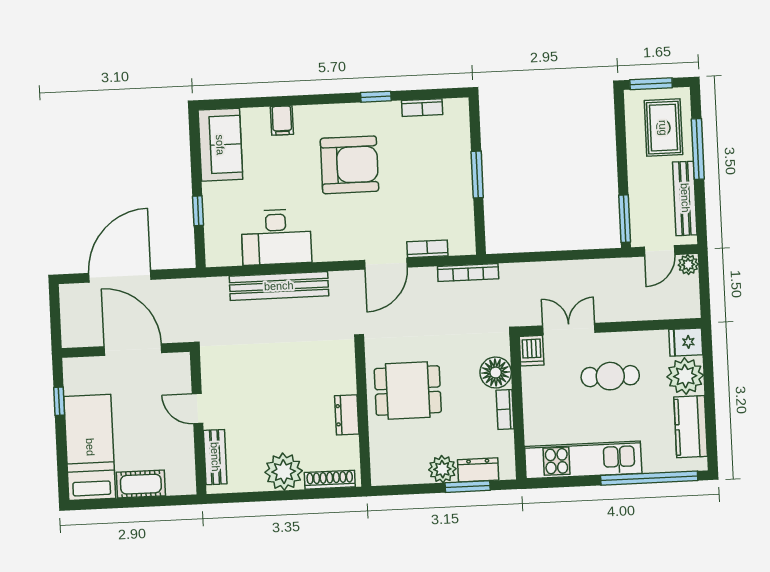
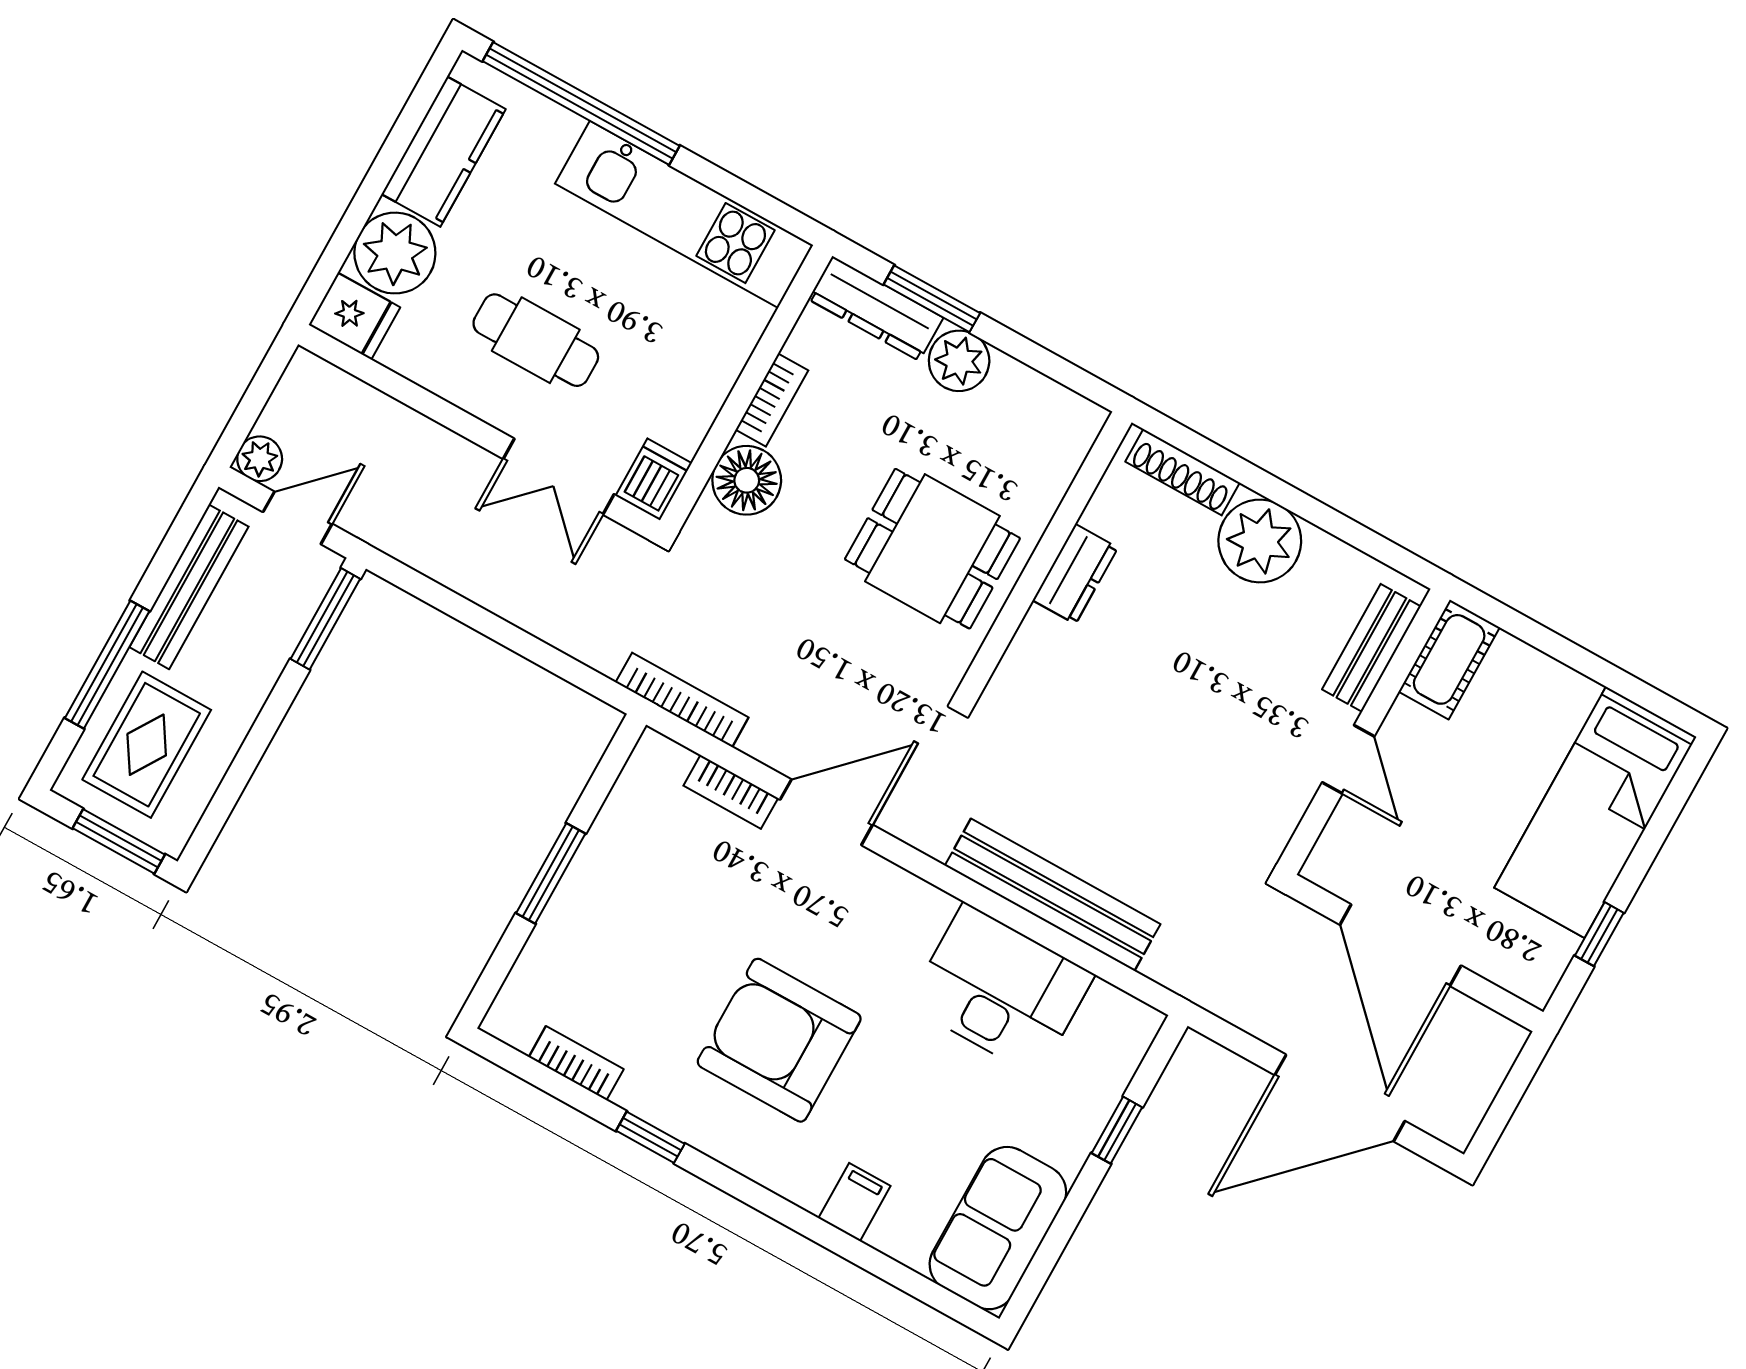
dresser: (478, 470) -> (876, 308), width x1.44
cot: (141, 484) -> (1449, 659), moved, turned 90

